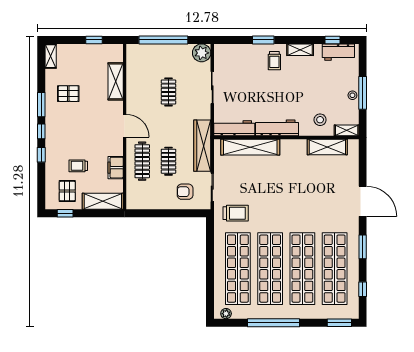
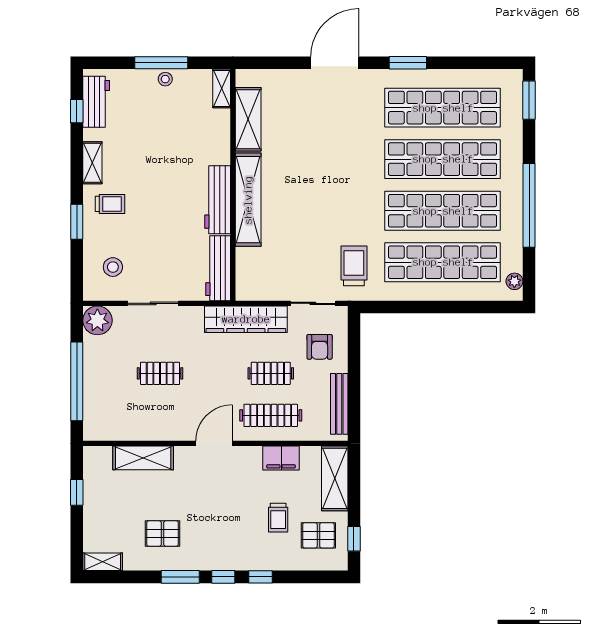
pallet: (68, 94) -> (162, 534), turned 90
stool: (320, 120) -> (113, 267), moved
shelving: (250, 147) -> (248, 200), moved
bench: (149, 204) -> (339, 404), added
window: (363, 289) -> (476, 63), removed

